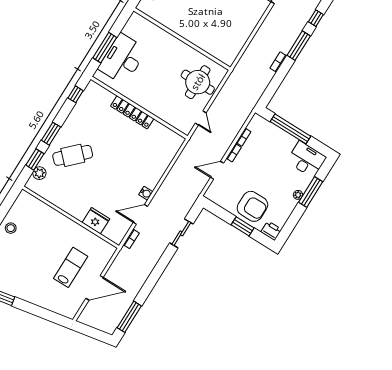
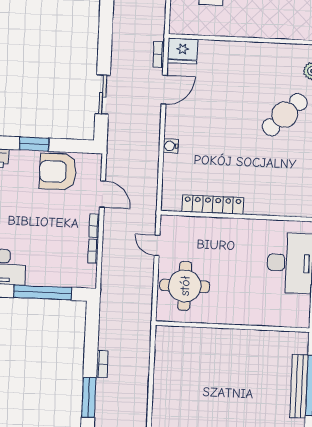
locker: (132, 112) -> (213, 205), moved
door: (217, 170) -> (102, 194), hinge flipped
water cooler: (146, 193) -> (171, 146), moved
armchair: (252, 206) -> (58, 172), moved
fridge: (96, 221) -> (183, 51), moved

